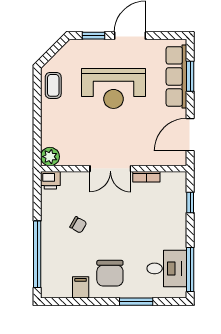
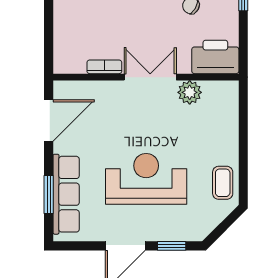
plant: (50, 157) -> (190, 92), moved
printer: (50, 180) -> (215, 57), width x1.87, depth x1.48
window: (190, 203) -> (49, 34), removed

